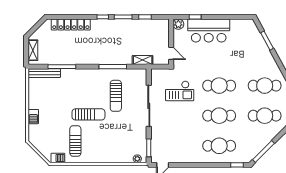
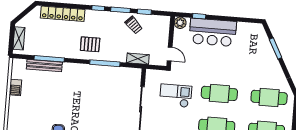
trolley: (136, 30) -> (134, 25), added
pallet: (98, 50) -> (90, 44), added
bench: (44, 73) -> (44, 66), moved
checkout: (180, 91) -> (176, 96), turned 180
sun lounger: (116, 96) -> (105, 95), removed
sun lounger: (88, 114) -> (74, 113), removed
barbecue: (33, 117) -> (15, 87), moved

